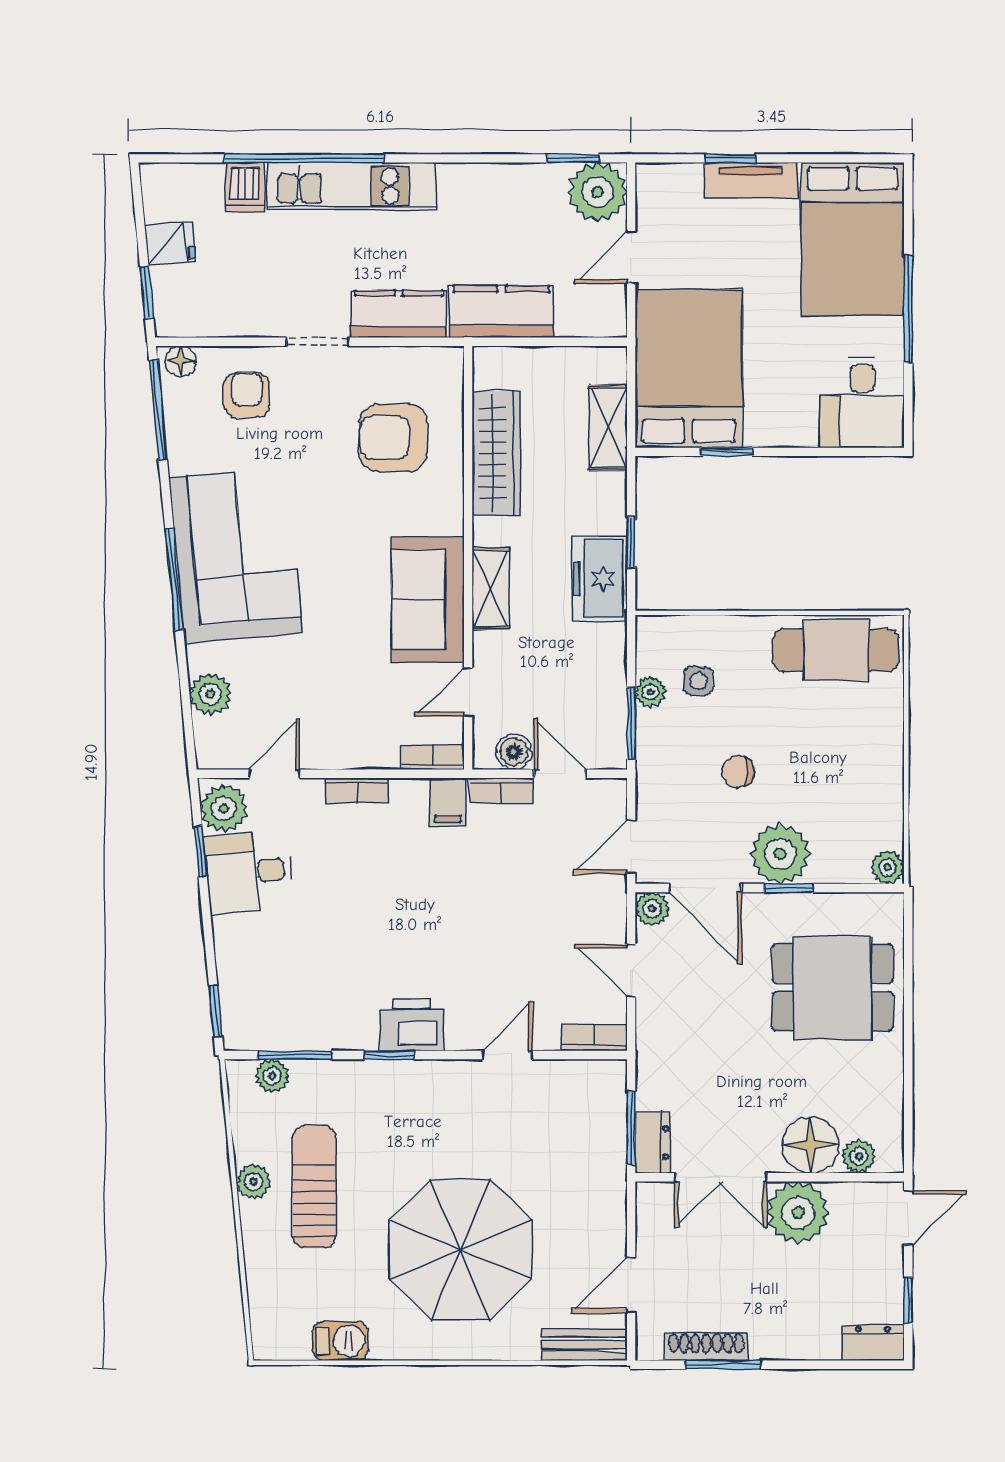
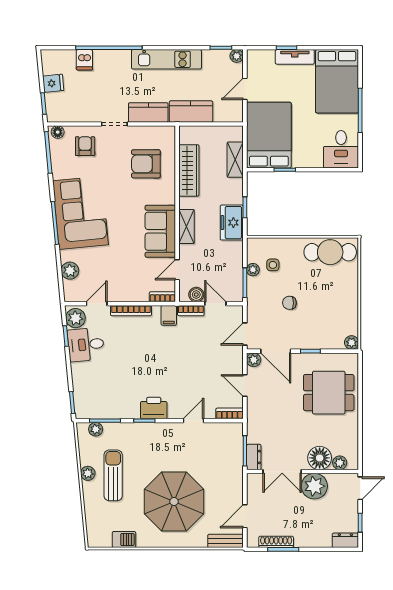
kitchen unit: (351, 186) -> (166, 59), moved
plant: (598, 192) -> (237, 56), width x0.53, depth x0.53
bookcase: (357, 790) -> (131, 311), width x1.56
plant: (780, 854) -> (307, 337), removed

